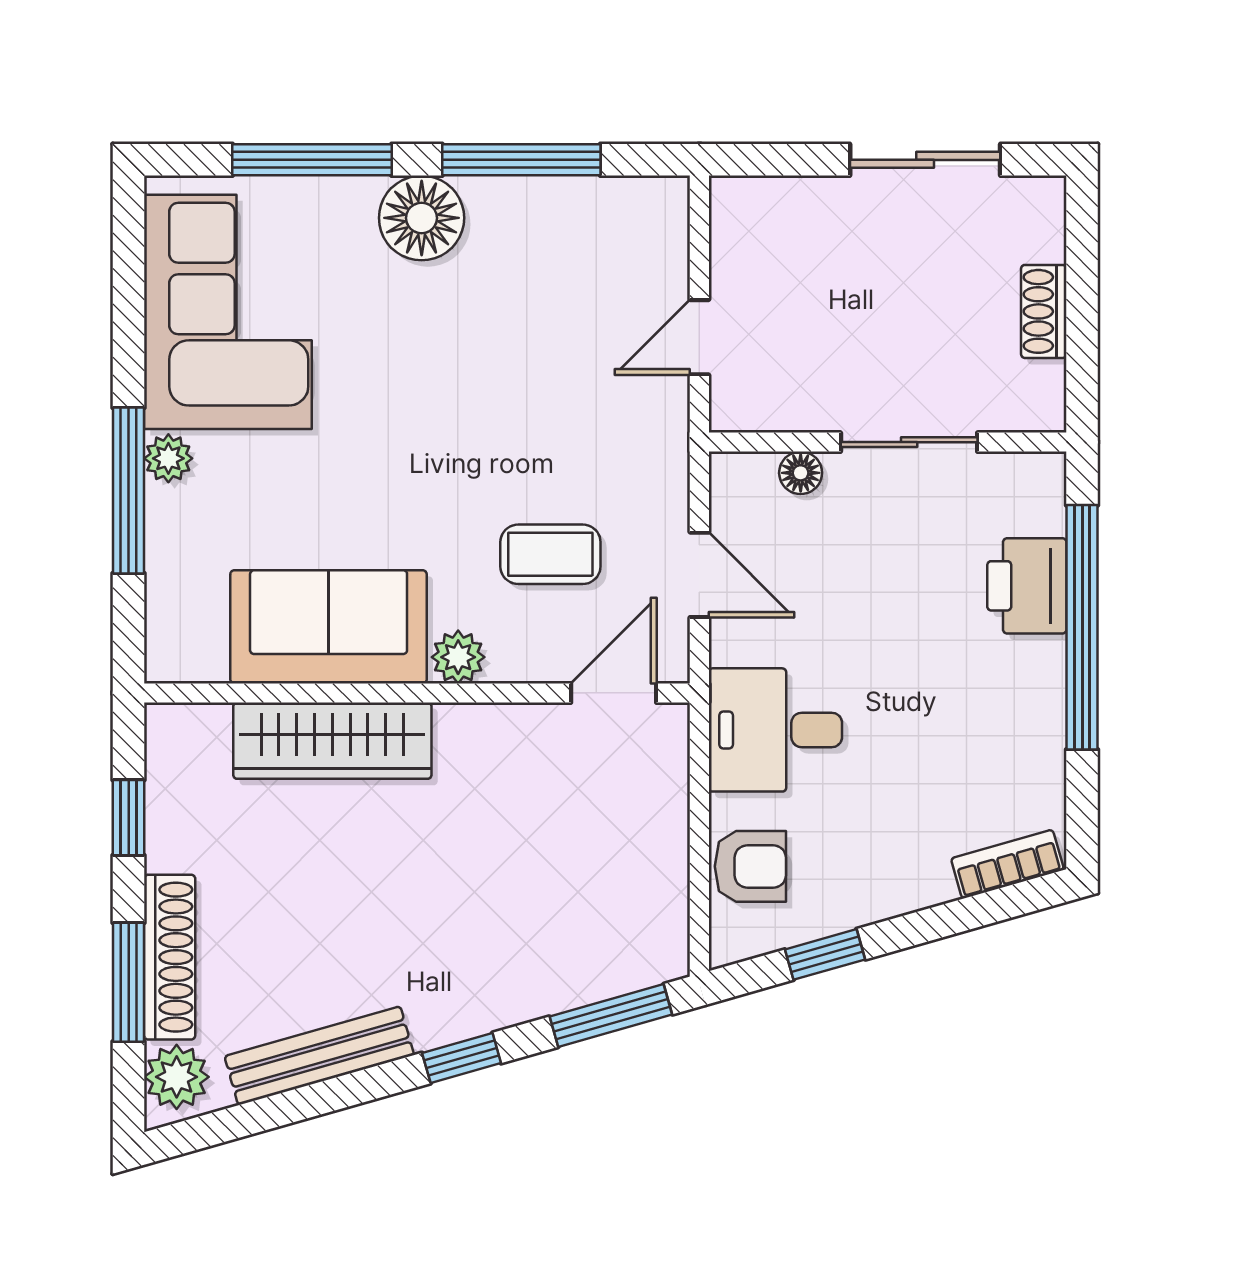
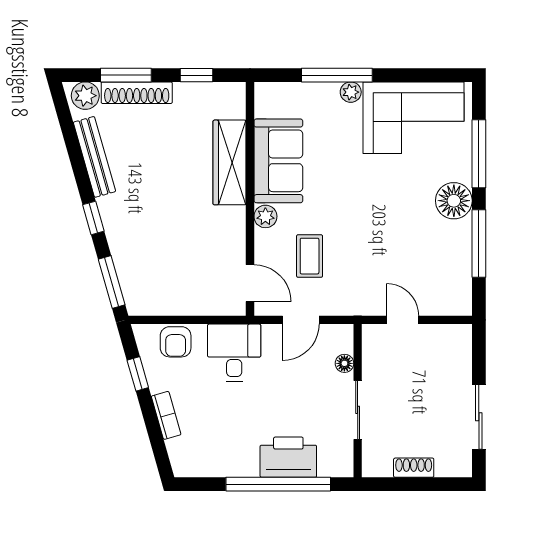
printer: (1027, 586) -> (288, 457), width x1.37, depth x1.19
bookcase: (1007, 864) -> (166, 415), moved

